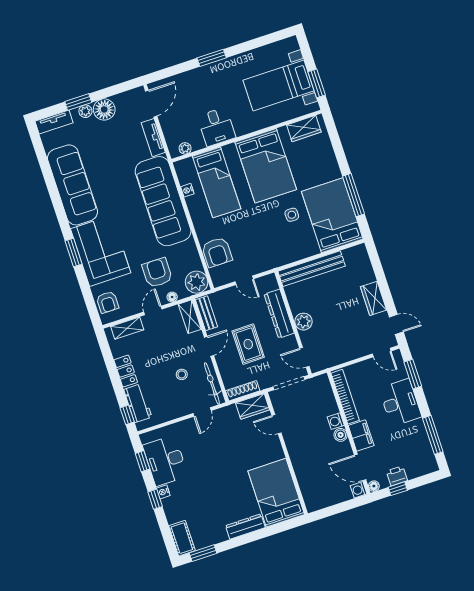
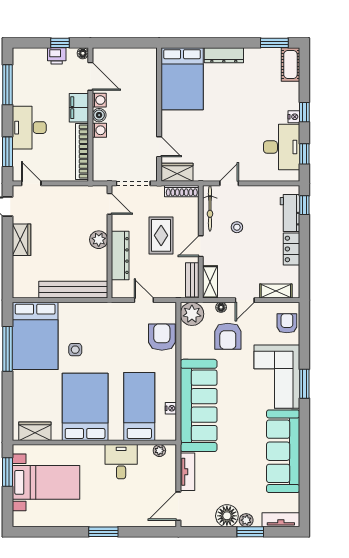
washing machine: (359, 490) -> (99, 100), moved

